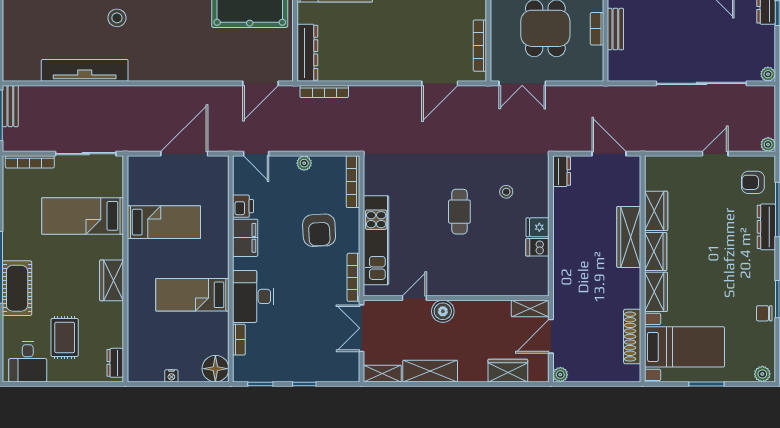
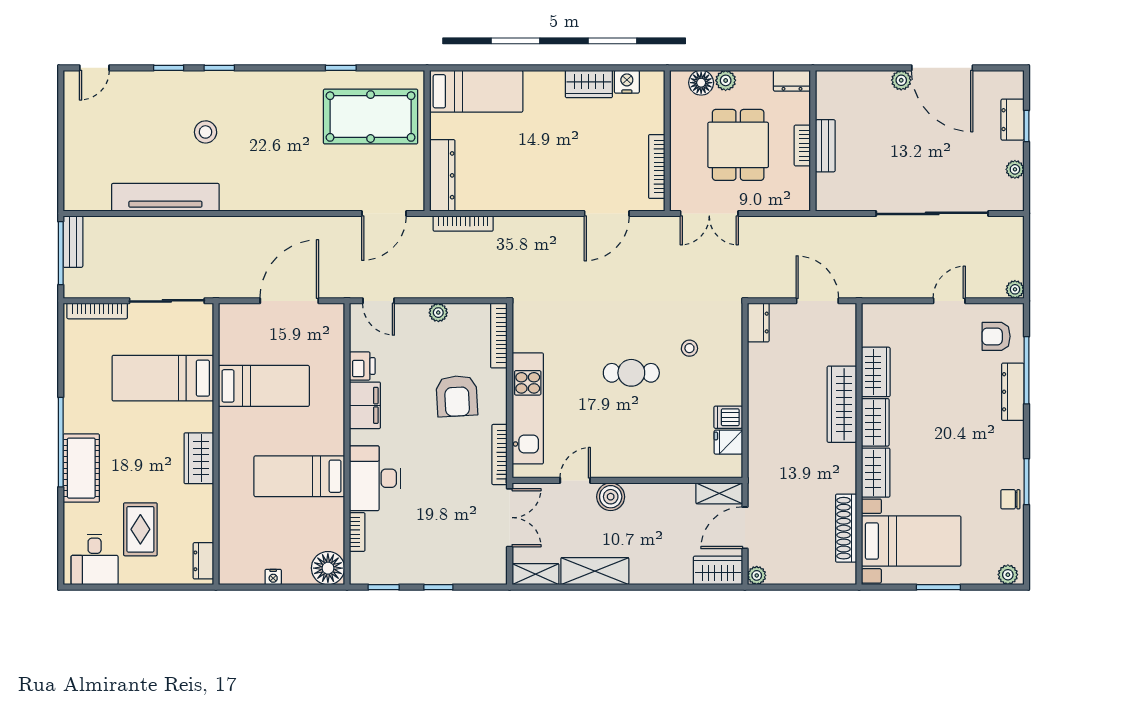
plant: (768, 74) -> (1015, 169), moved
cafe table: (459, 212) -> (631, 373), turned 90
fridge: (537, 227) -> (728, 442), moved
double door: (362, 328) -> (510, 518), swing flipped
wardrobe: (508, 371) -> (718, 570), moved

